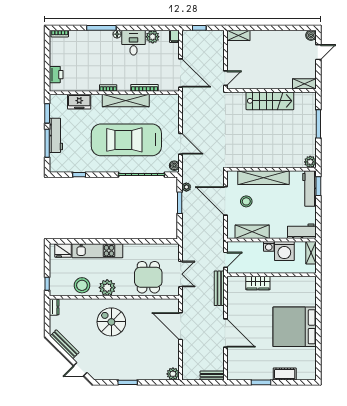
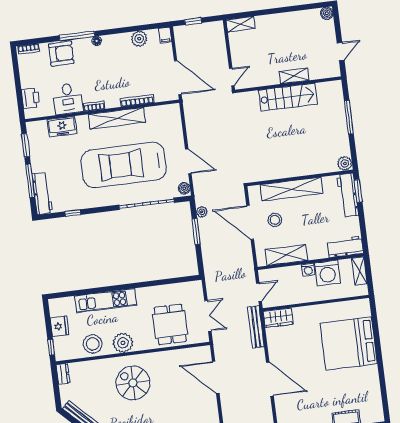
armchair: (86, 41) -> (61, 54), added
desk: (133, 43) -> (68, 99), moved, turned 180
door: (318, 52) -> (341, 51), moved
shelving: (304, 84) -> (294, 76), moved
workbench: (56, 135) -> (42, 193), moved
fridge: (63, 250) -> (60, 326), moved, turned -90
wardrobe: (258, 283) -> (278, 318), moved
bed: (295, 327) -> (349, 343), moved

